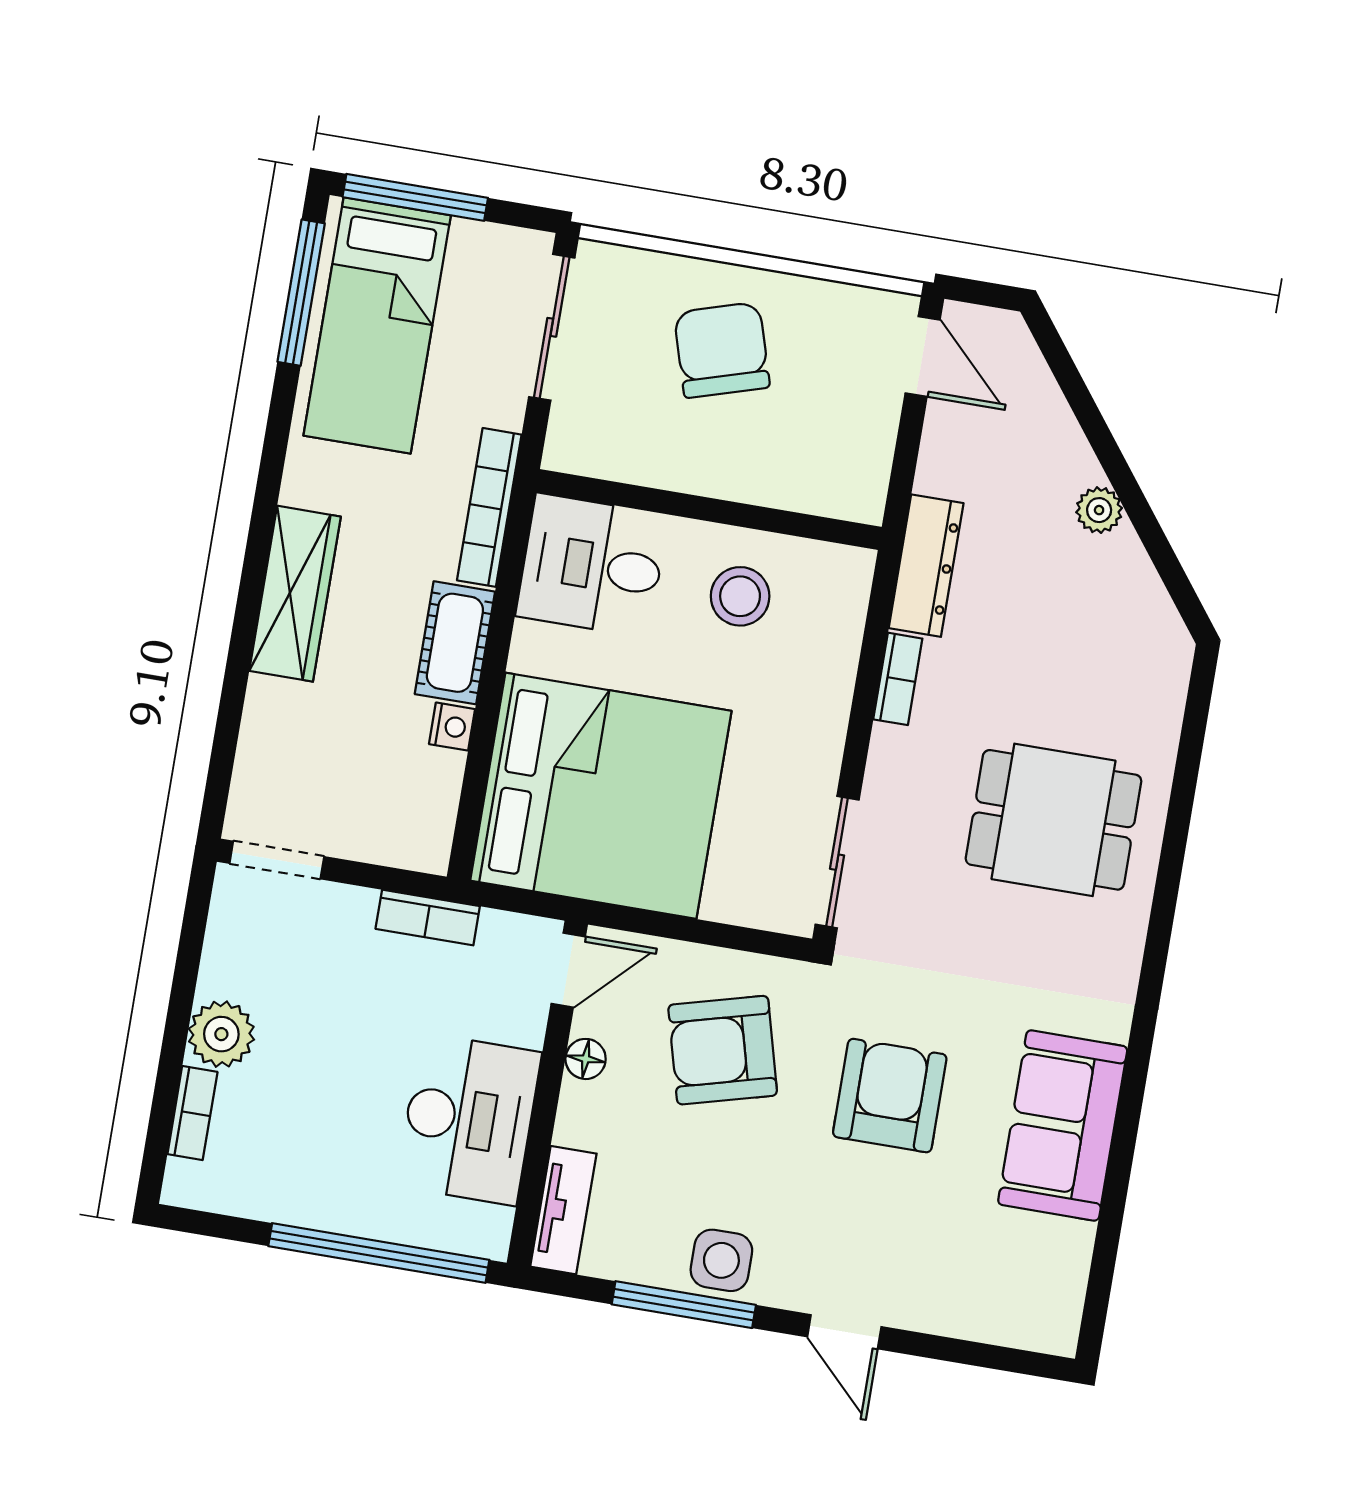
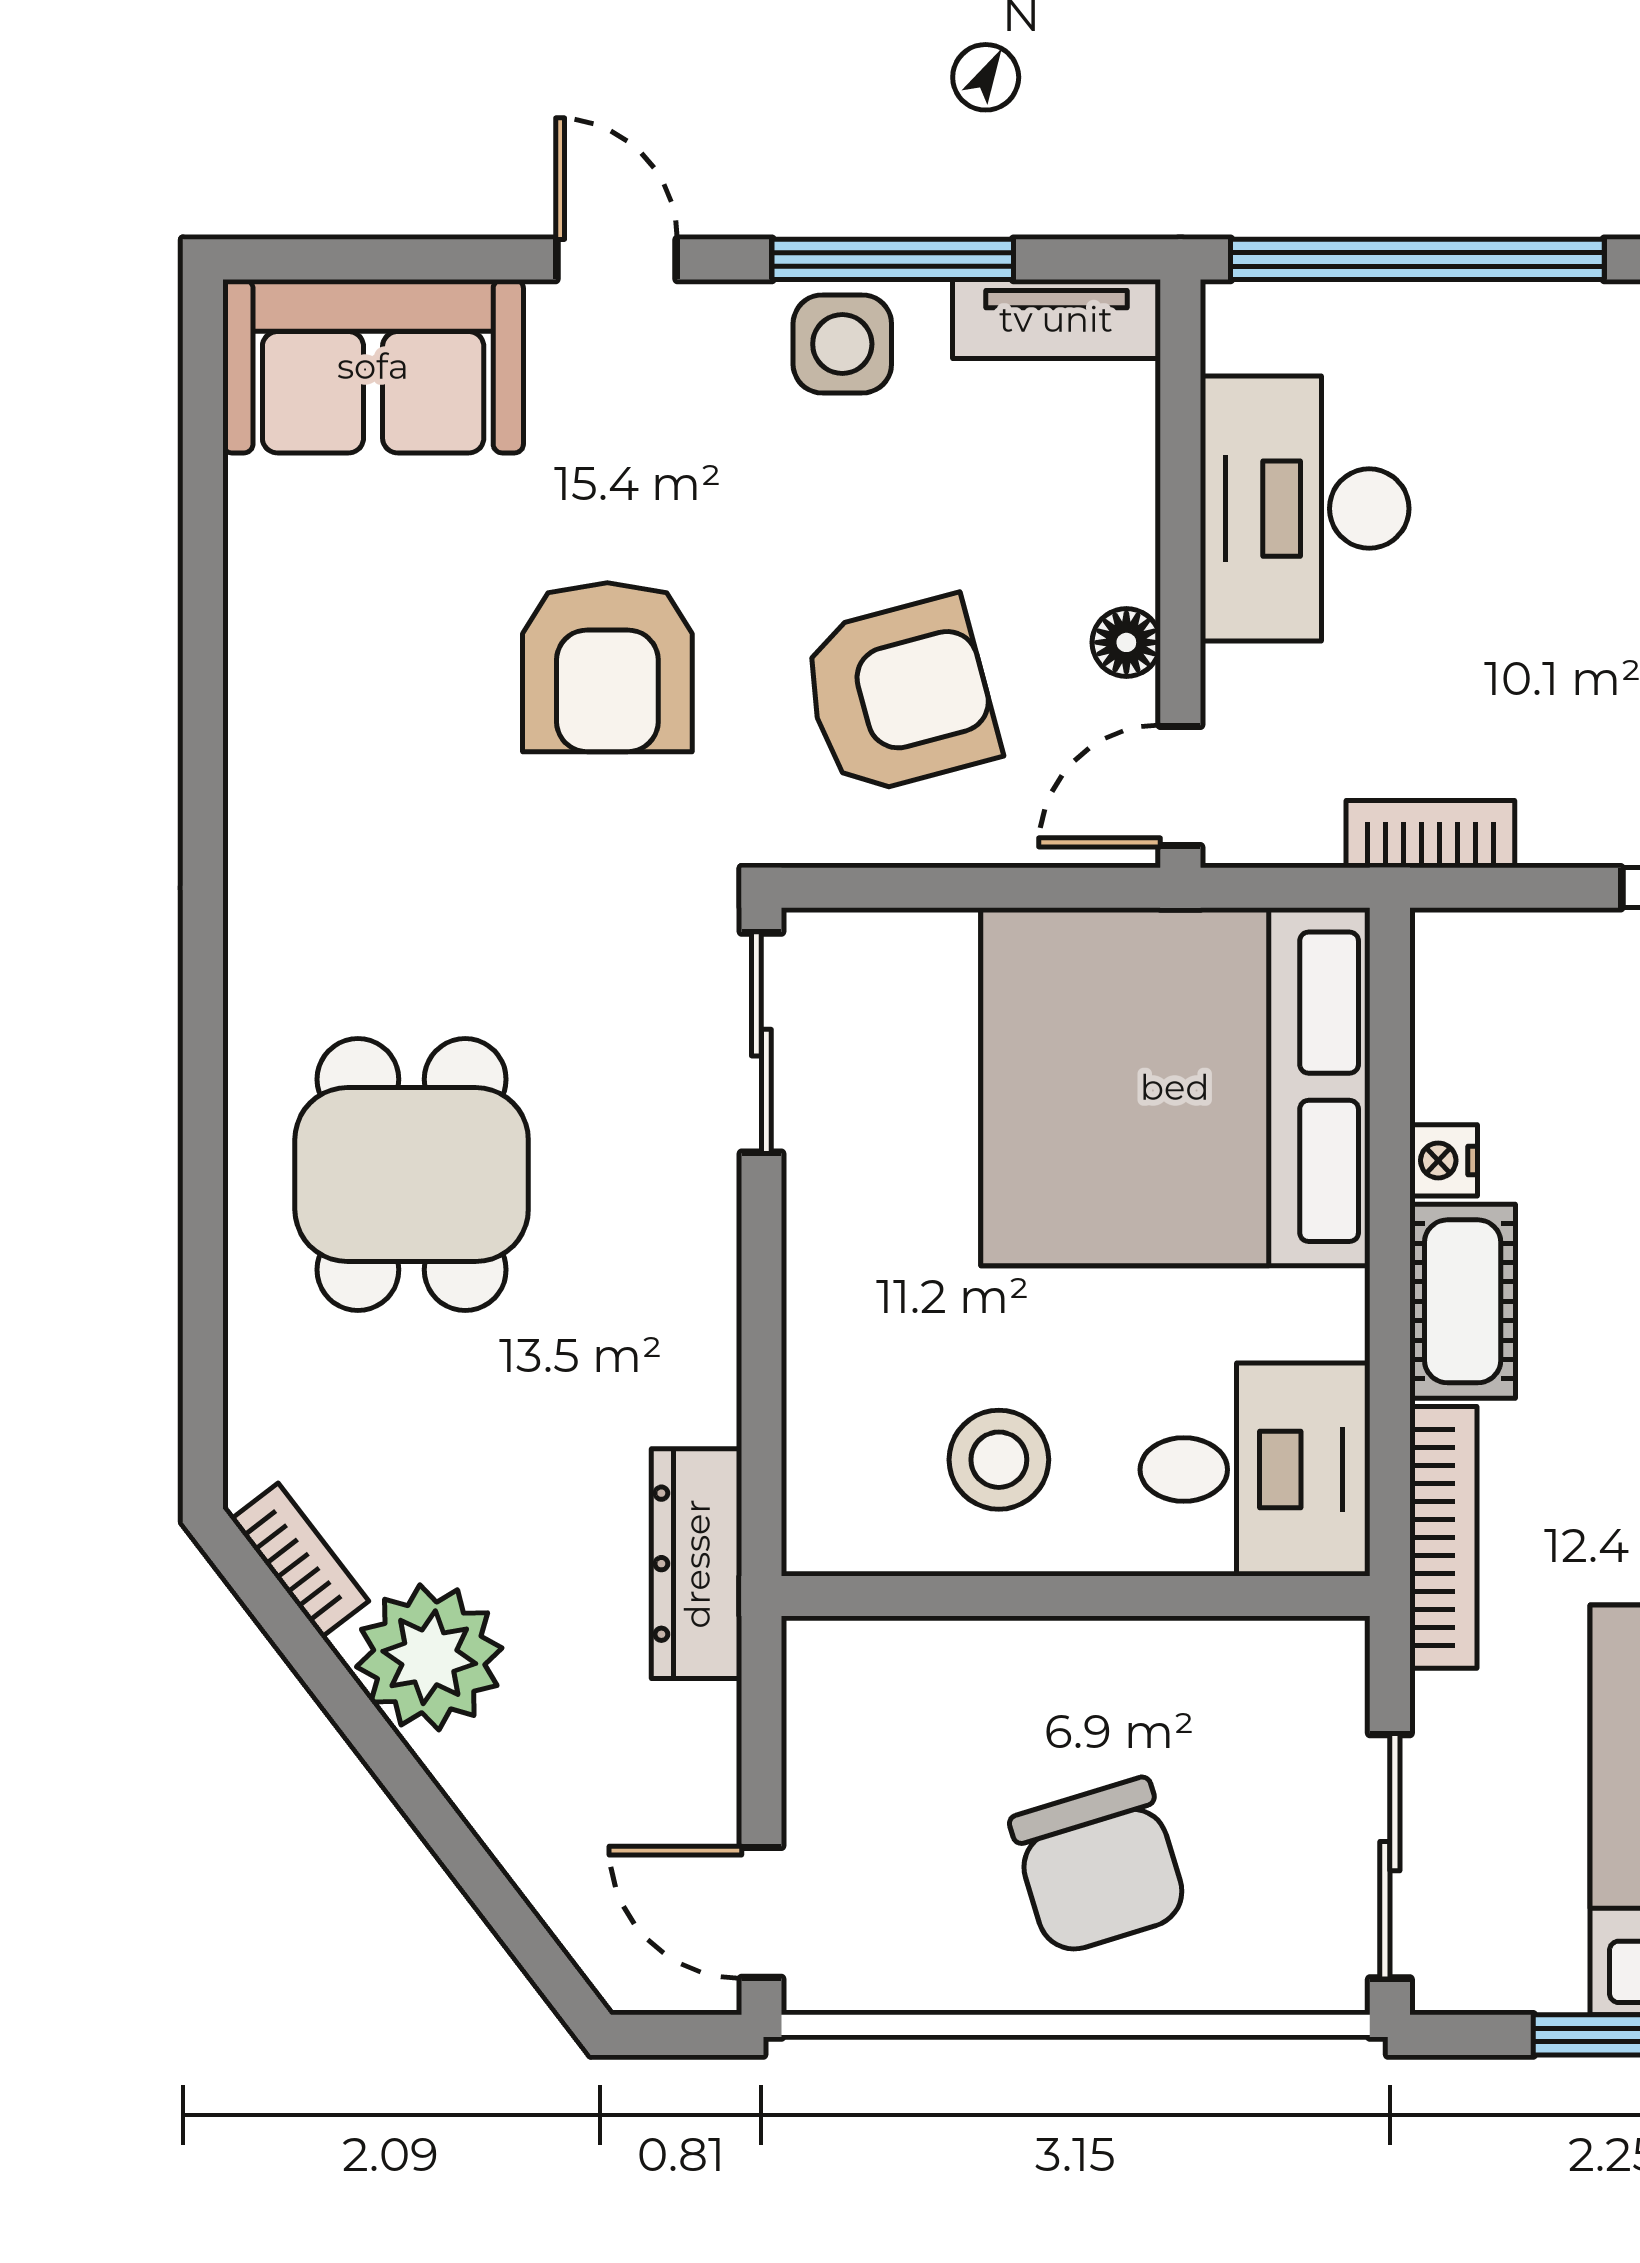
plant: (1099, 510) -> (429, 1657), width x1.88, depth x1.88
bookcase: (898, 679) -> (300, 1560), moved, turned 143
dining table: (1053, 820) -> (412, 1175), turned 90
sofa: (1063, 1125) -> (373, 366), moved, turned 90
tv unit: (563, 1210) -> (1056, 319), moved, turned -90

